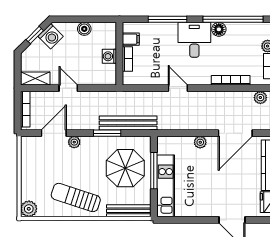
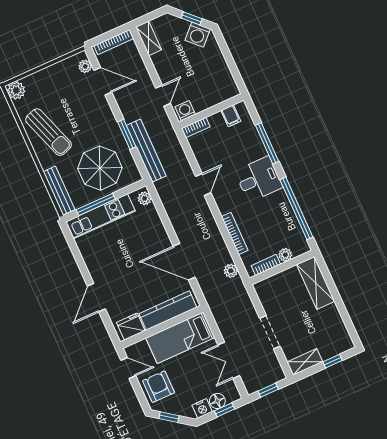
boiler: (84, 29) -> (220, 65), removed
floor lamp: (219, 29) -> (280, 199), removed
washing machine: (109, 56) -> (185, 111), moved
bookcase: (127, 59) -> (196, 127), moved
door: (68, 88) -> (163, 96), moved
plant: (74, 142) -> (85, 66), moved
plant: (200, 142) -> (145, 198), moved
window: (154, 171) -> (96, 204), moved
sun lounger: (76, 197) -> (49, 132), turned 143

